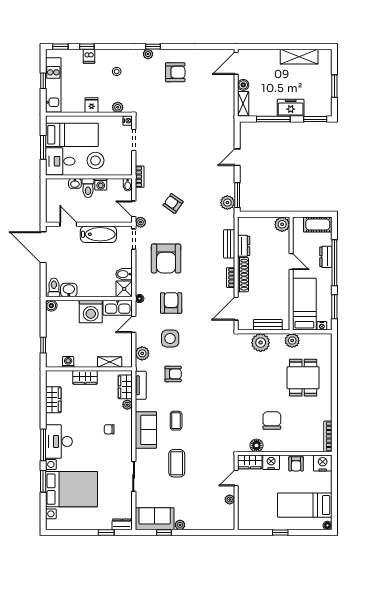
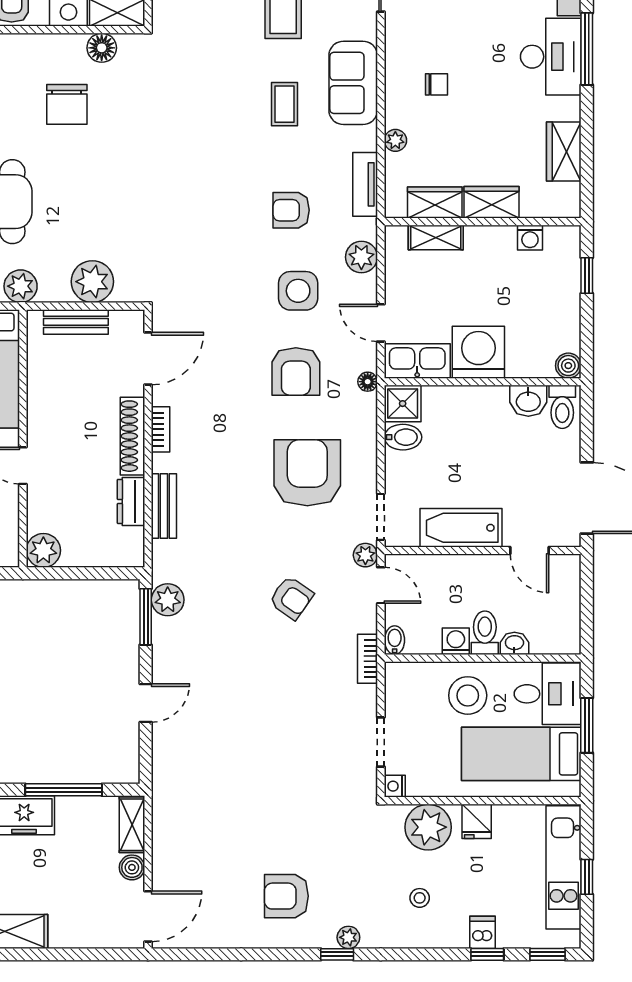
plant: (118, 107) -> (428, 827), width x1.87, depth x1.87
door: (134, 324) -> (381, 323), swing flipped
wardrobe: (125, 387) -> (435, 202), moved, turned -90

